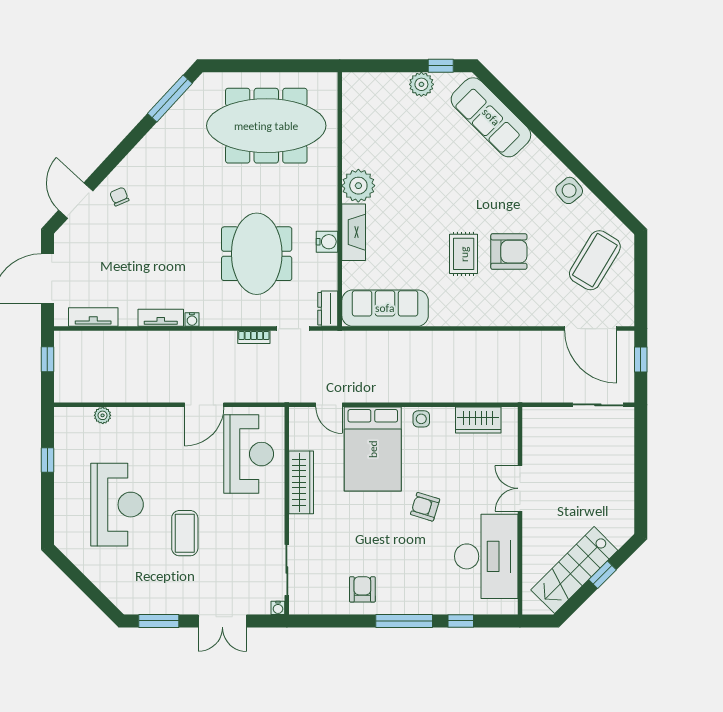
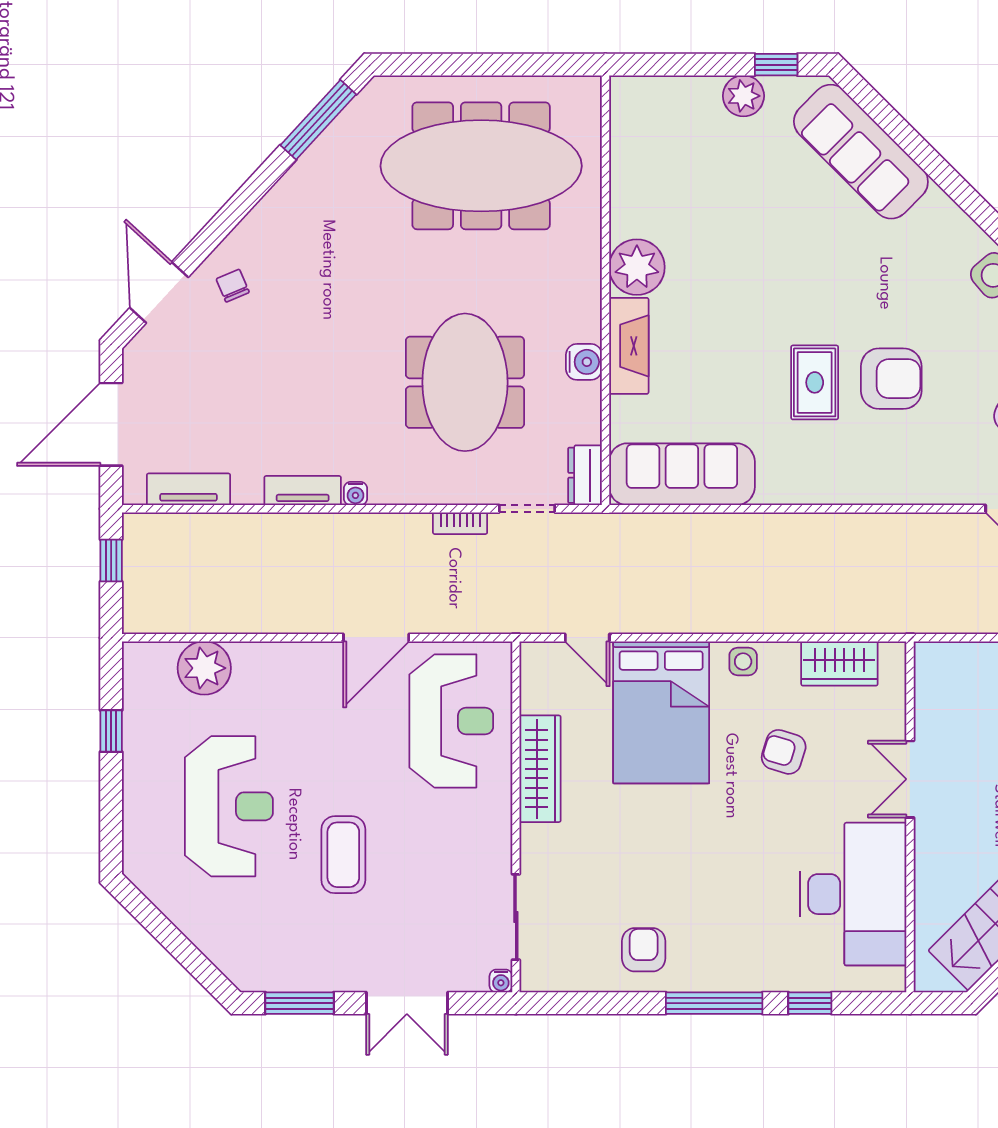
plant: (103, 415) -> (204, 668), width x1.88, depth x1.88
armchair: (425, 507) -> (784, 752), moved

